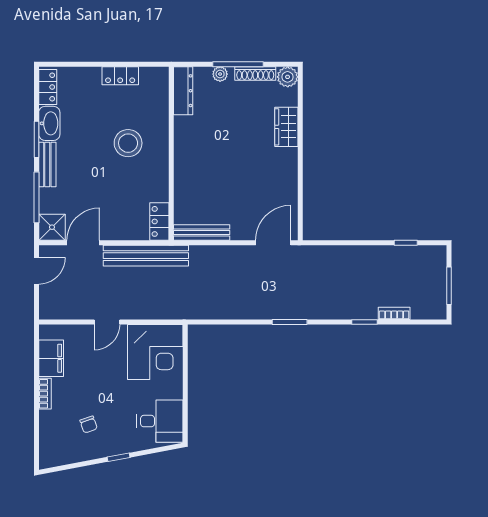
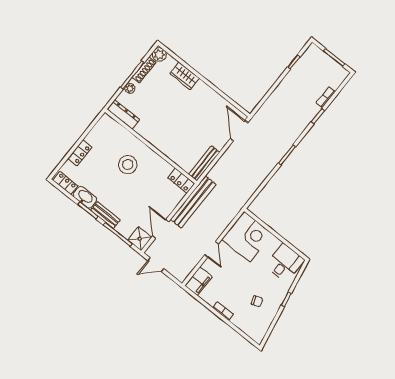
locker: (120, 76) -> (80, 153), moved
door: (36, 271) -> (156, 265), swing flipped
filing cabinet: (51, 358) -> (199, 281), moved, turned 90

